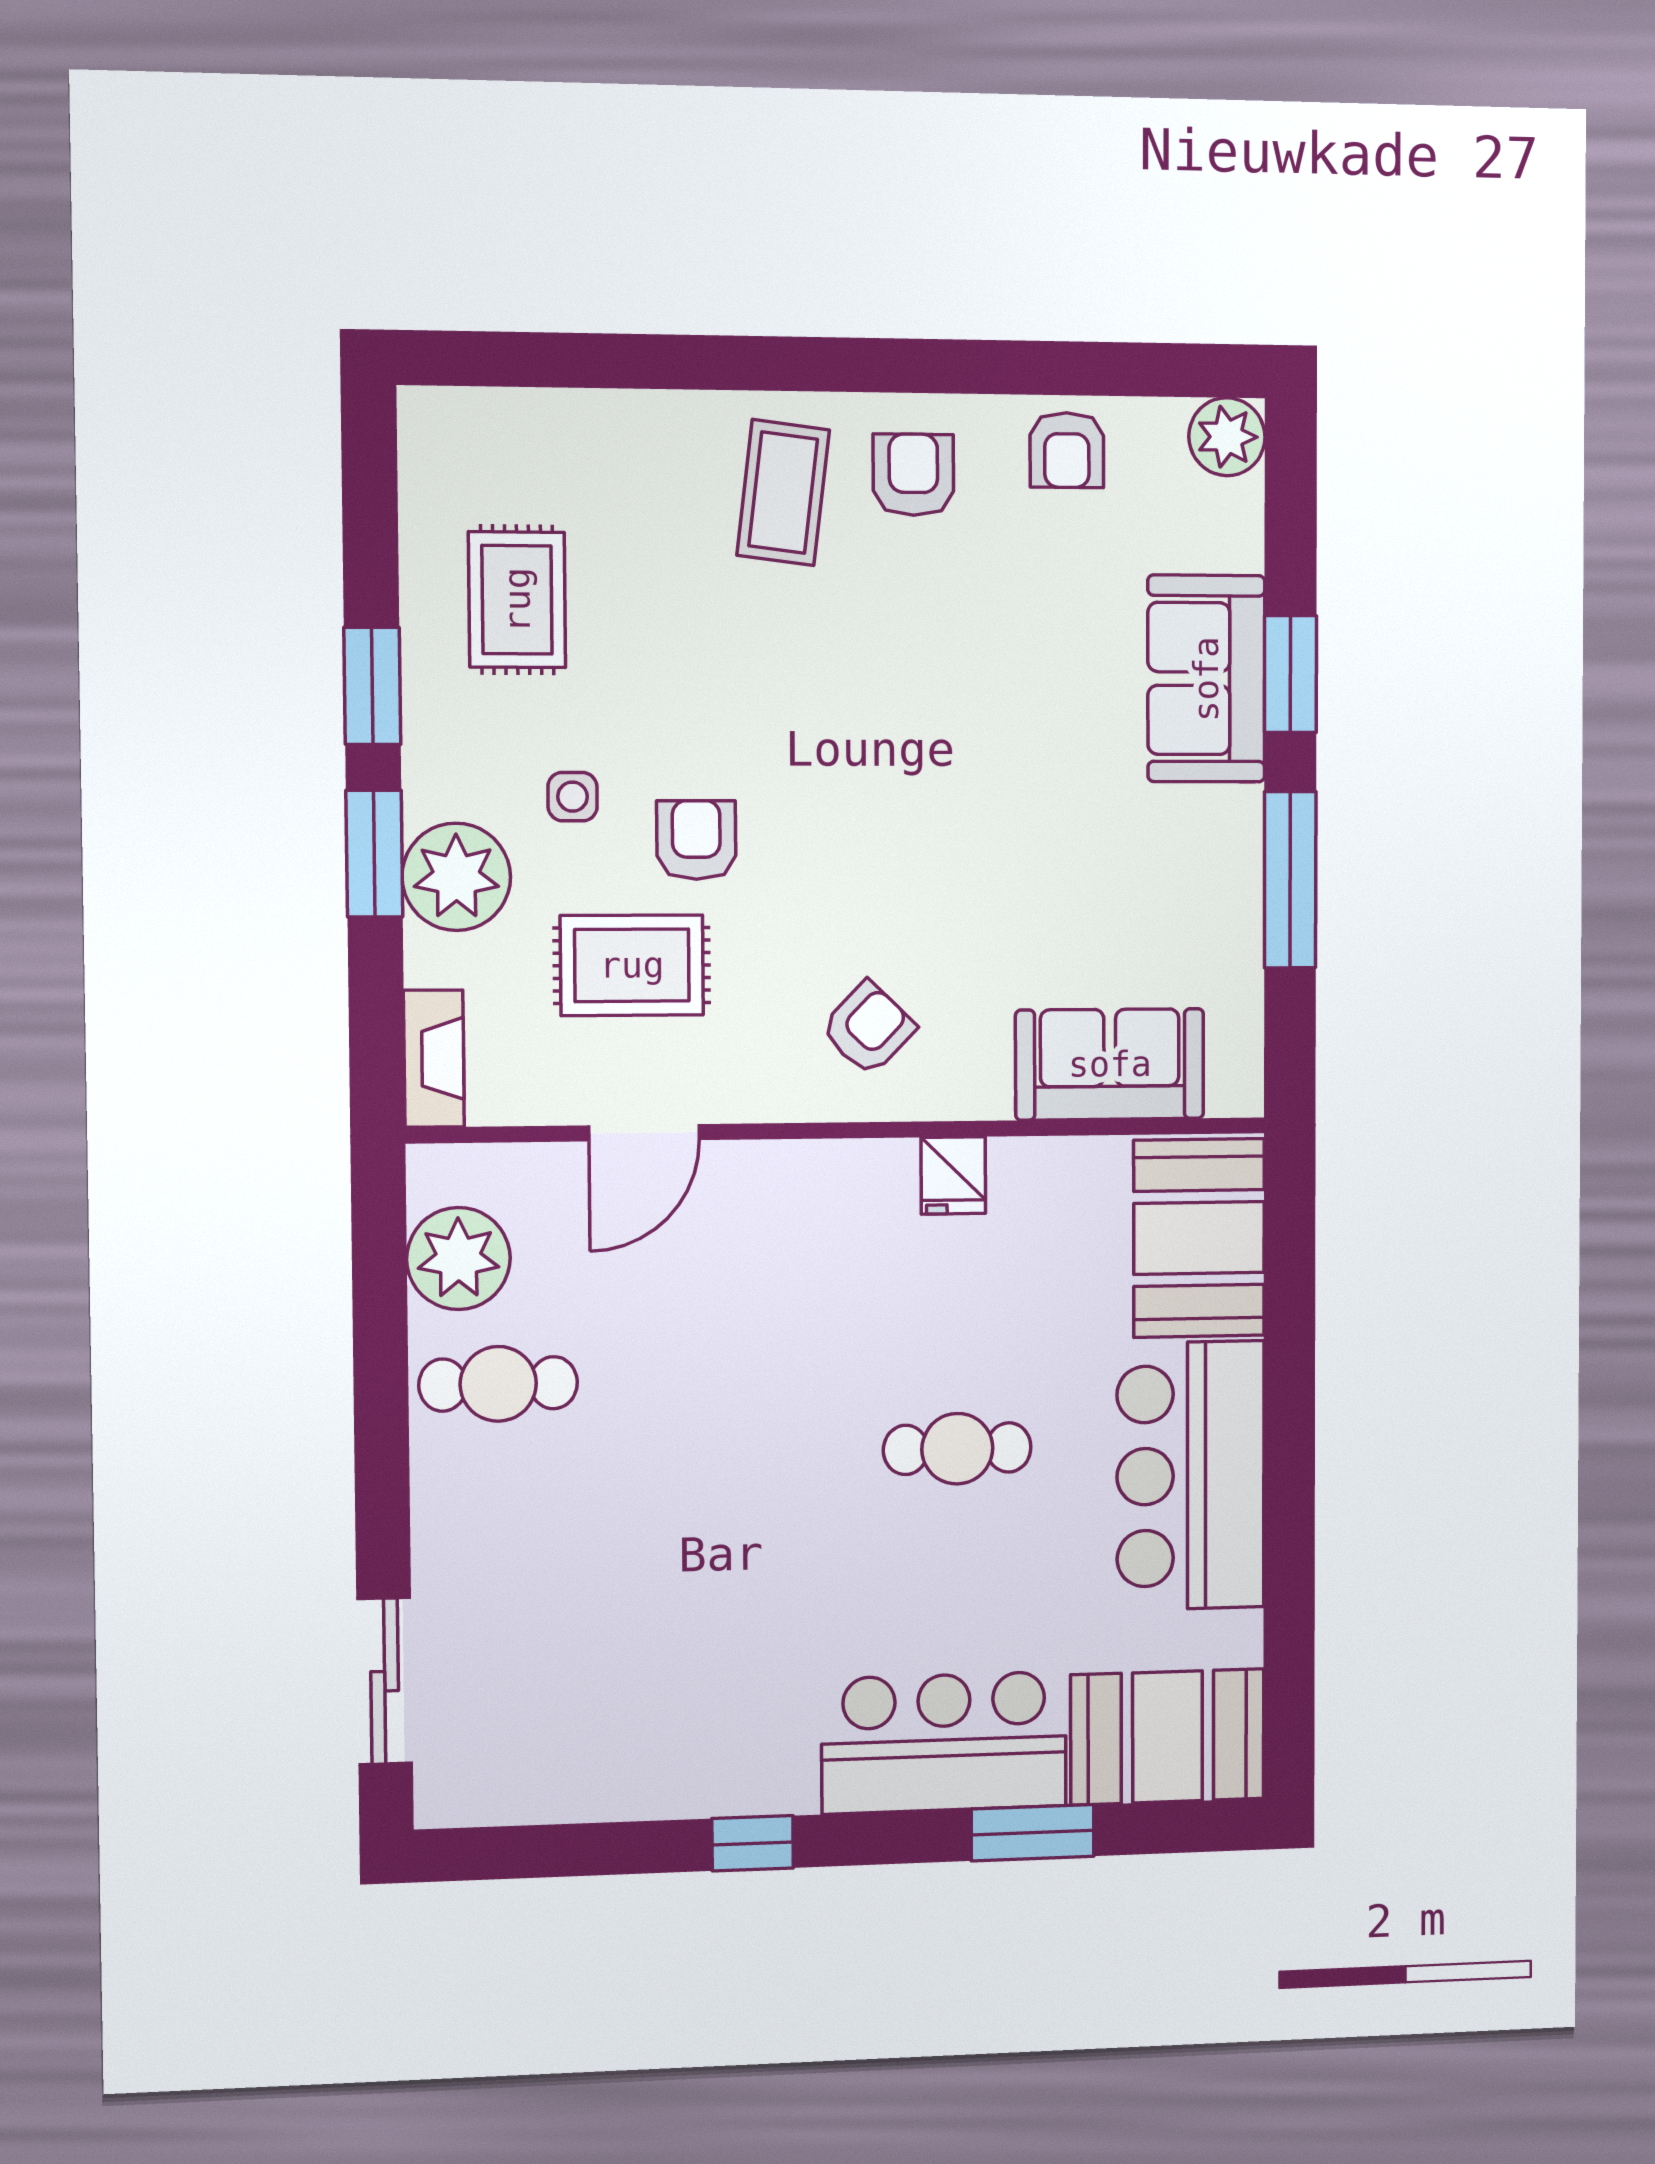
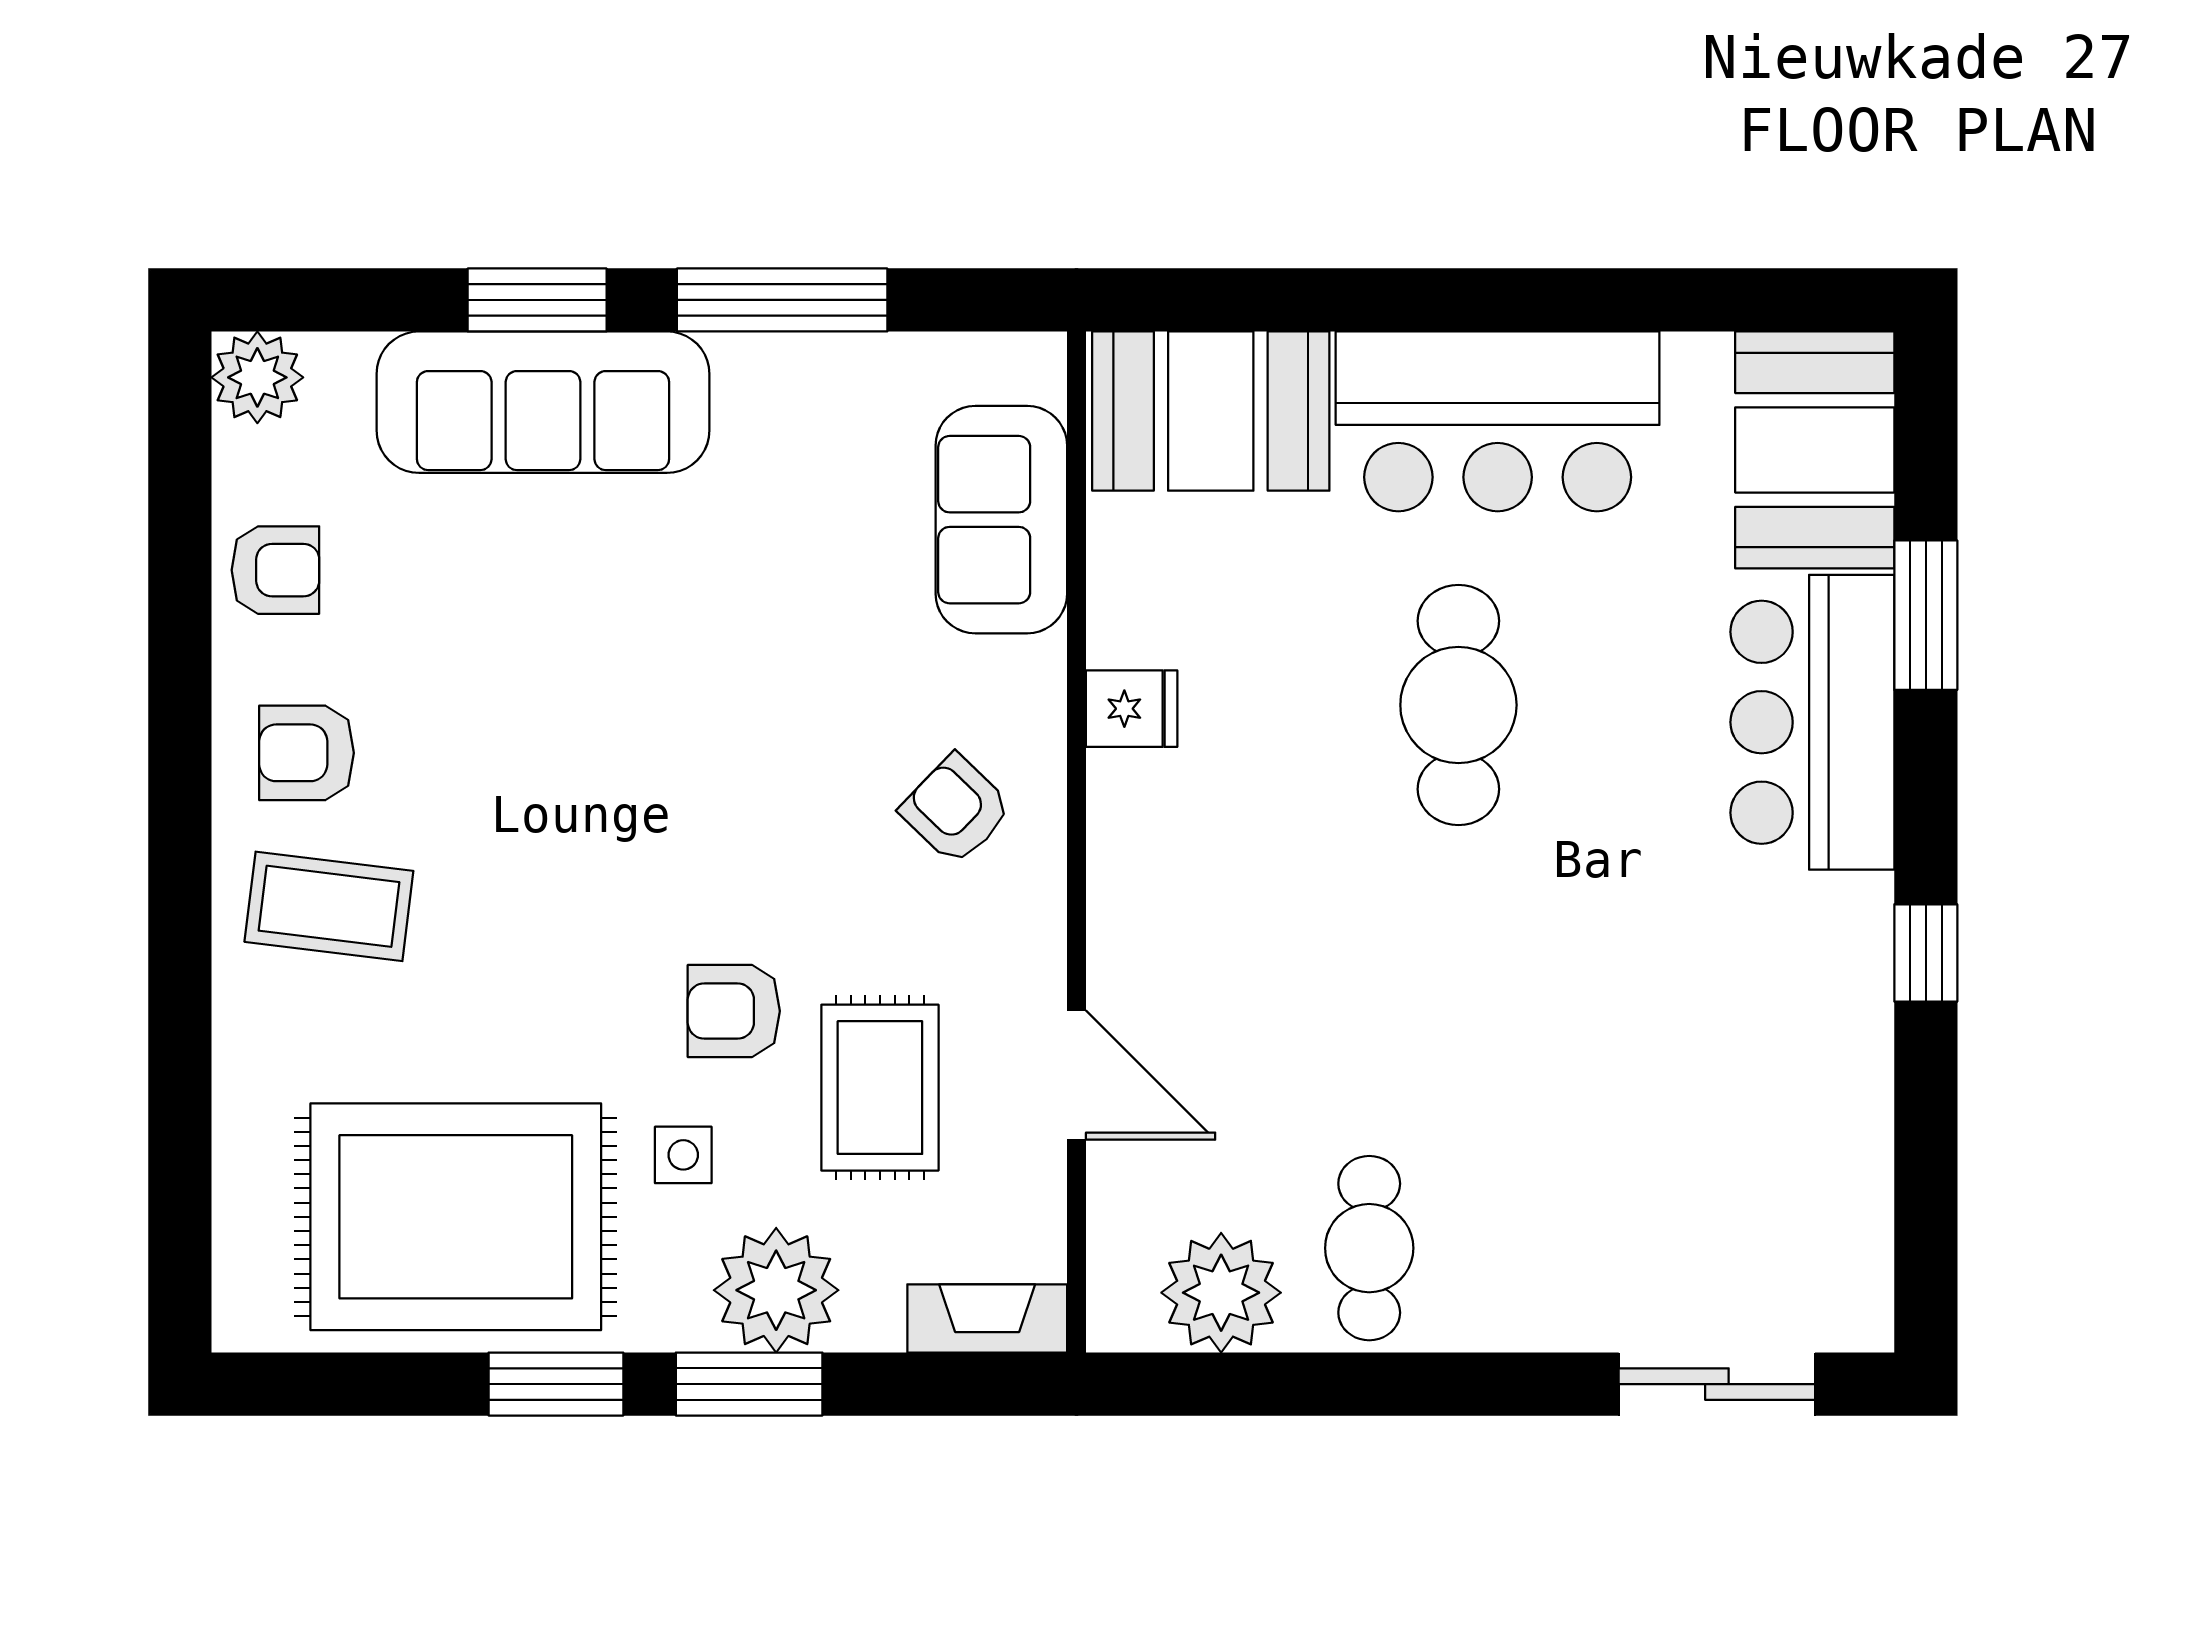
rug: (517, 600) -> (456, 1217), width x1.86, depth x2.06
sofa: (1206, 679) -> (543, 402), width x1.36
cafe table: (957, 1449) -> (1458, 705), width x1.37, depth x1.35

